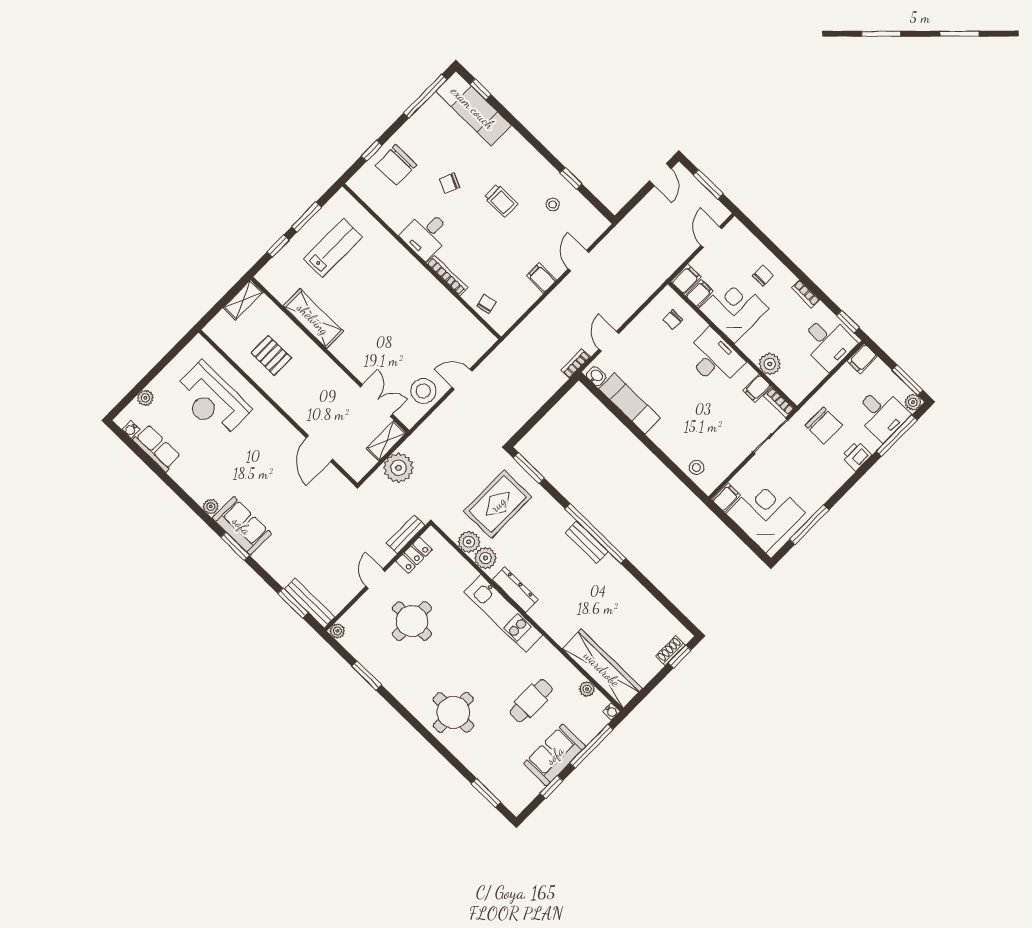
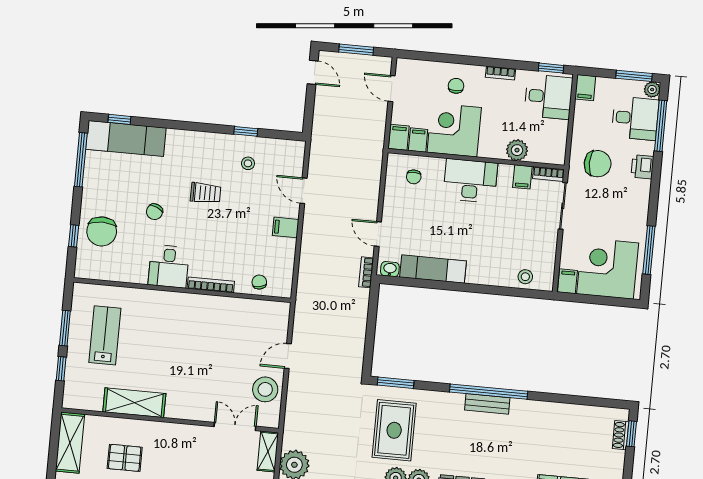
shelving: (243, 300) -> (70, 443), width x1.50, depth x1.33

